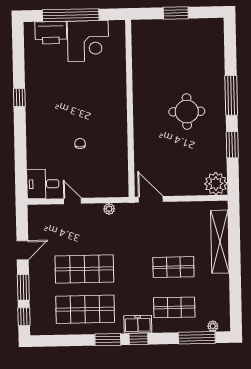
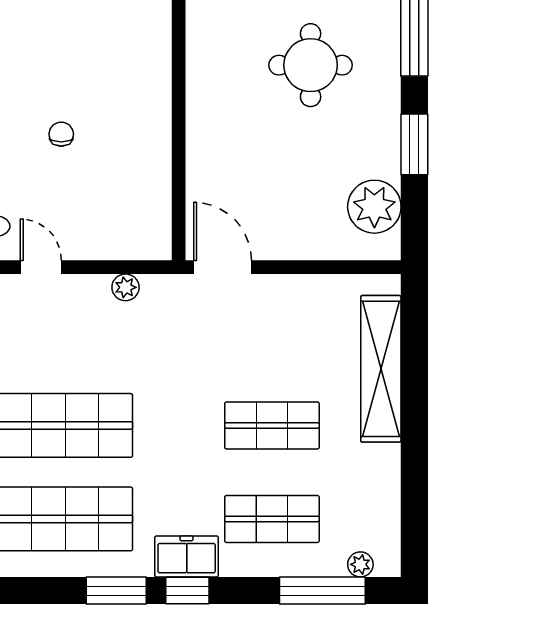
plant: (216, 184) -> (374, 207), moved

